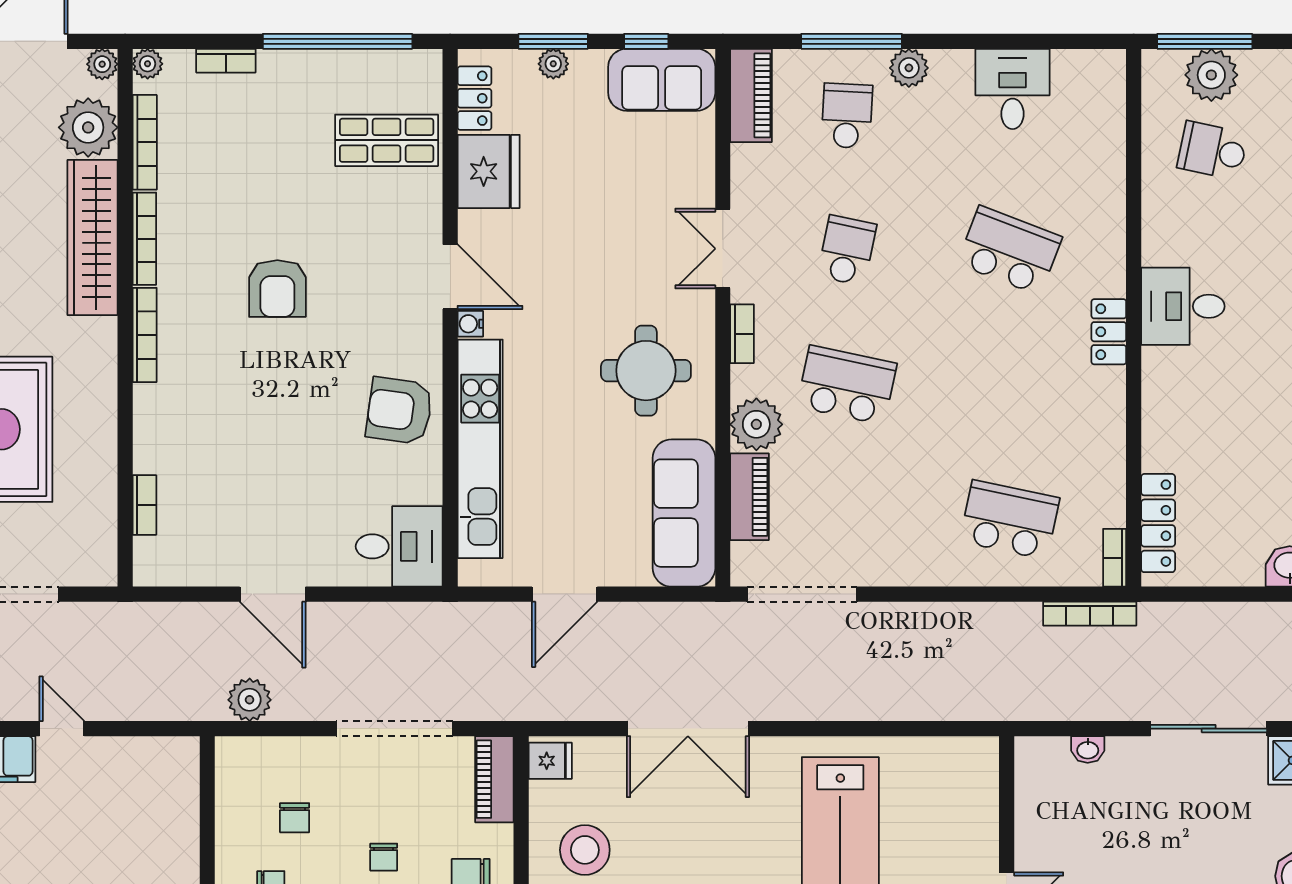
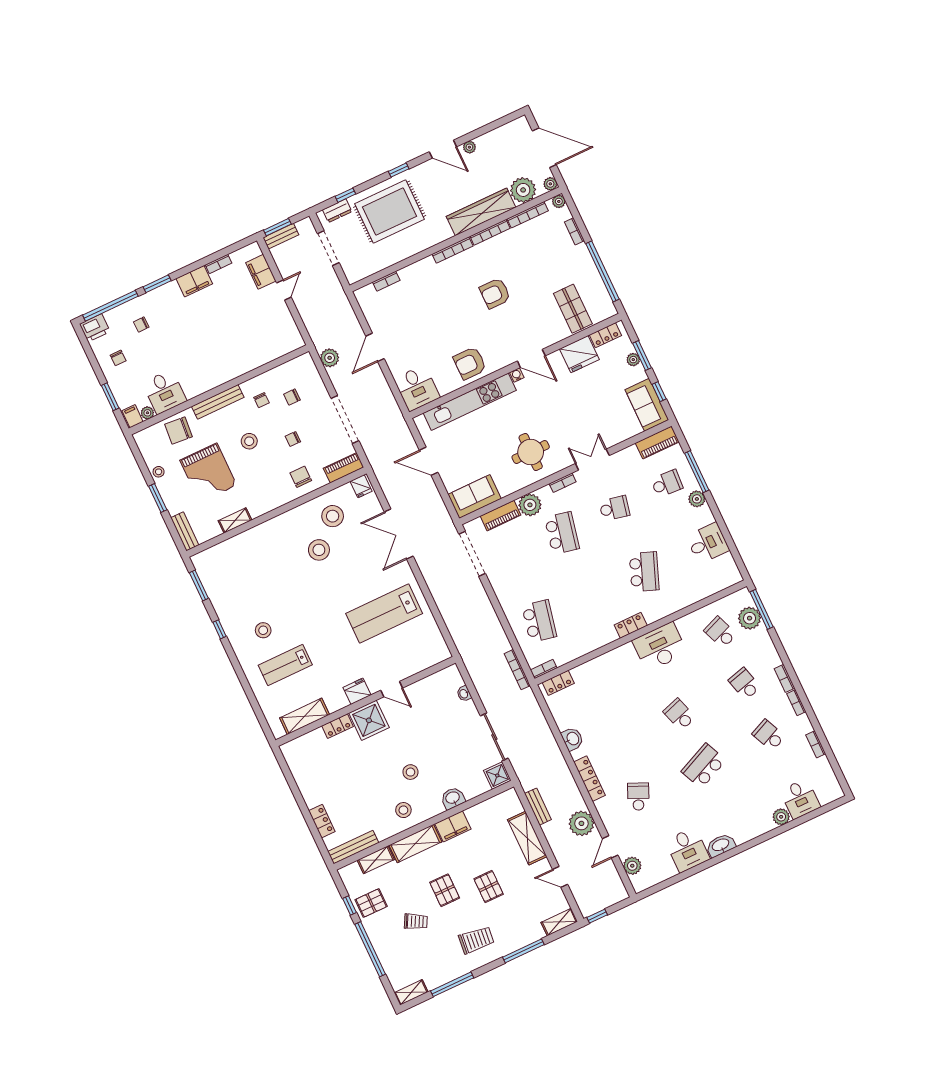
school desk: (1212, 150) -> (720, 632), turned -33
door: (450, 277) -> (531, 358), hinge flipped
desk: (1183, 306) -> (660, 647), width x1.37
armchair: (399, 411) -> (470, 363), turned -98
sofa: (684, 513) -> (474, 497), width x0.73
locker: (1158, 523) -> (558, 683), width x0.66

